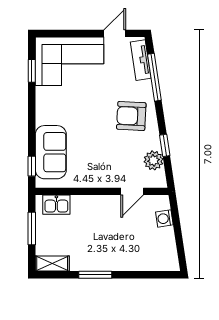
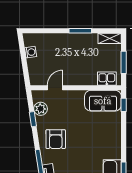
armchair: (131, 116) -> (56, 139), turned 87
sofa: (51, 152) -> (103, 101), moved, turned -90
washing machine: (164, 218) -> (31, 52), moved

